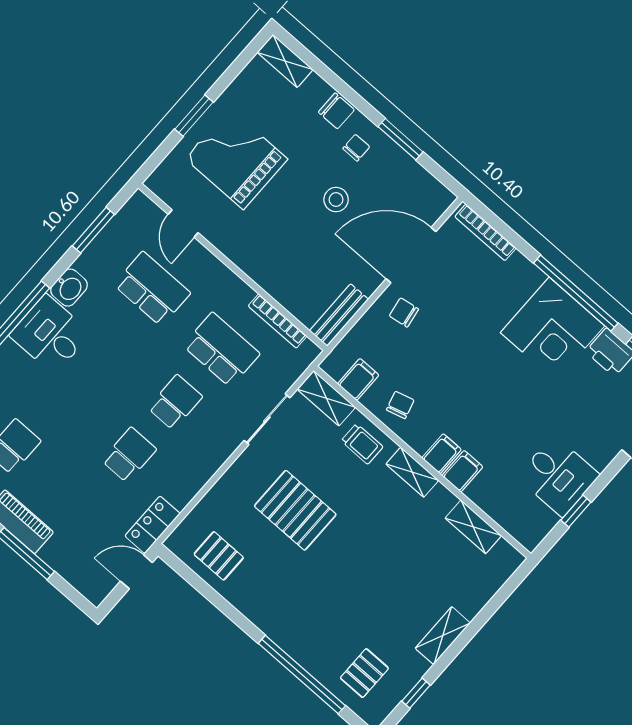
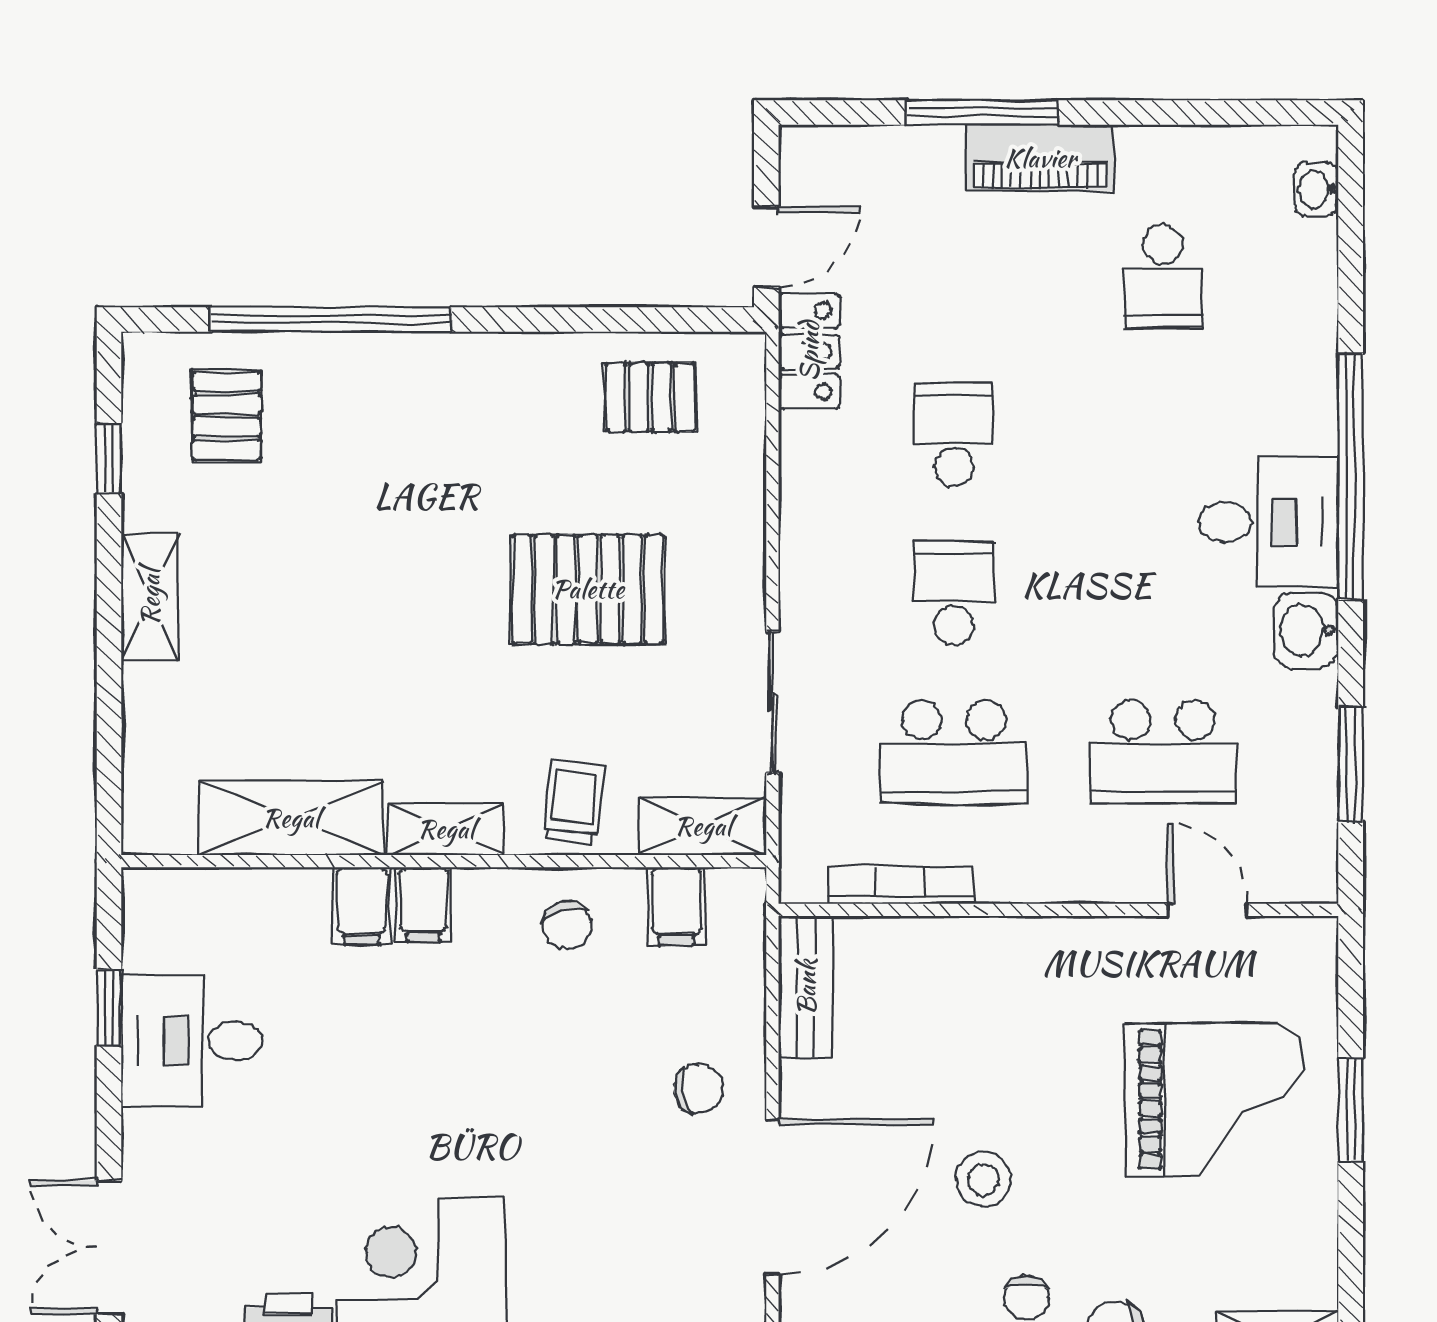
school desk: (175, 402) -> (954, 594), turned 180
trolley: (362, 444) -> (574, 802), turned 97
school desk: (129, 455) -> (954, 435), turned 180
shelving: (473, 527) -> (291, 818), width x1.50, depth x1.33

